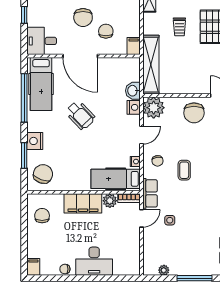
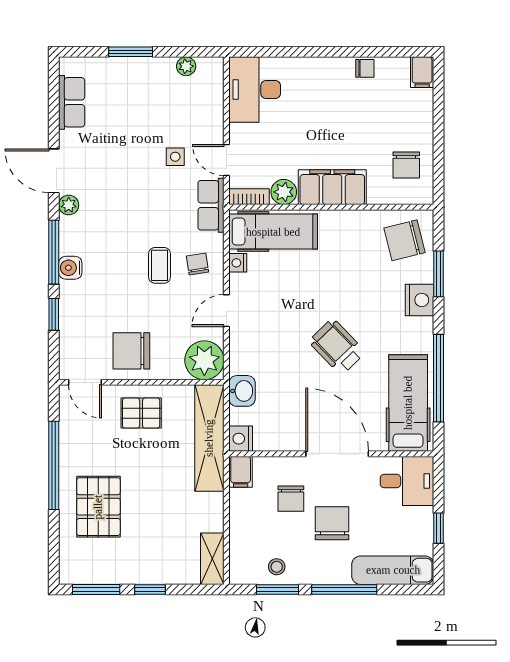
trolley: (179, 27) -> (158, 506), removed
pallet: (189, 78) -> (141, 413), added
nightstand: (134, 107) -> (241, 439), moved
chair: (194, 113) -> (131, 351), turned -90
coffee table: (184, 170) -> (160, 265), moved
chair: (43, 174) -> (405, 240), turned 57
door: (141, 218) -> (226, 160), hinge flipped
desk: (94, 261) -> (255, 90), moved, turned -90
window: (194, 278) -> (131, 52), width x0.69

